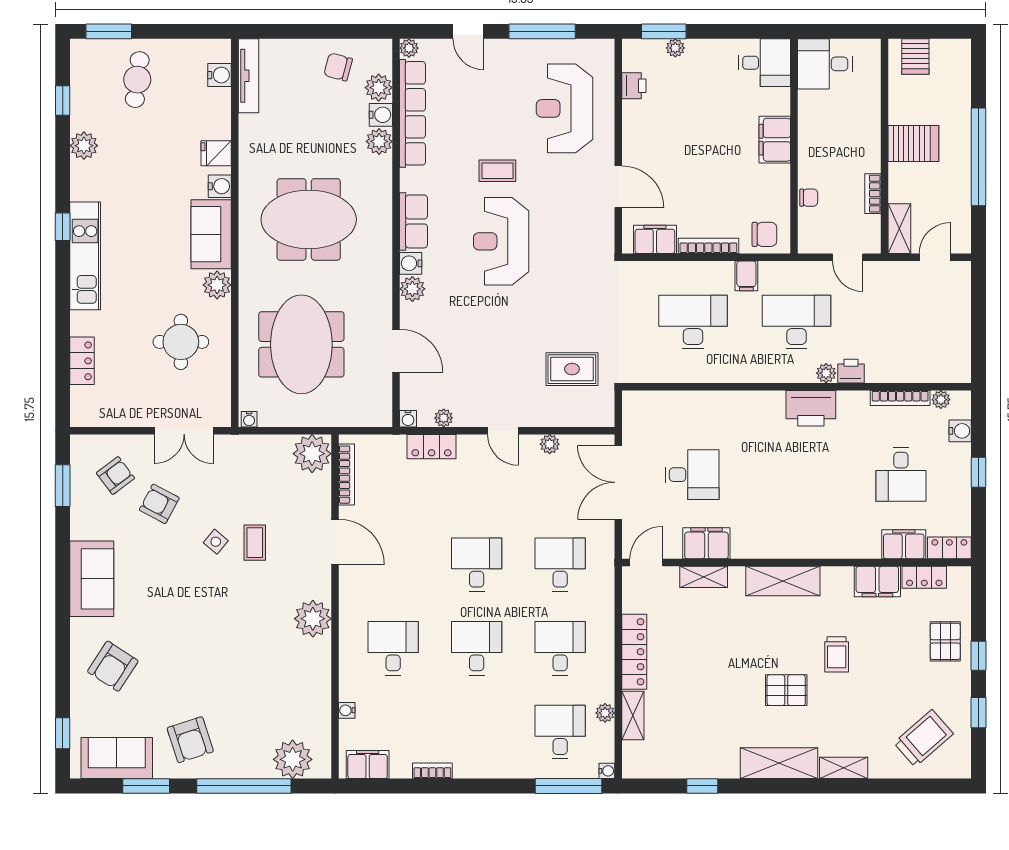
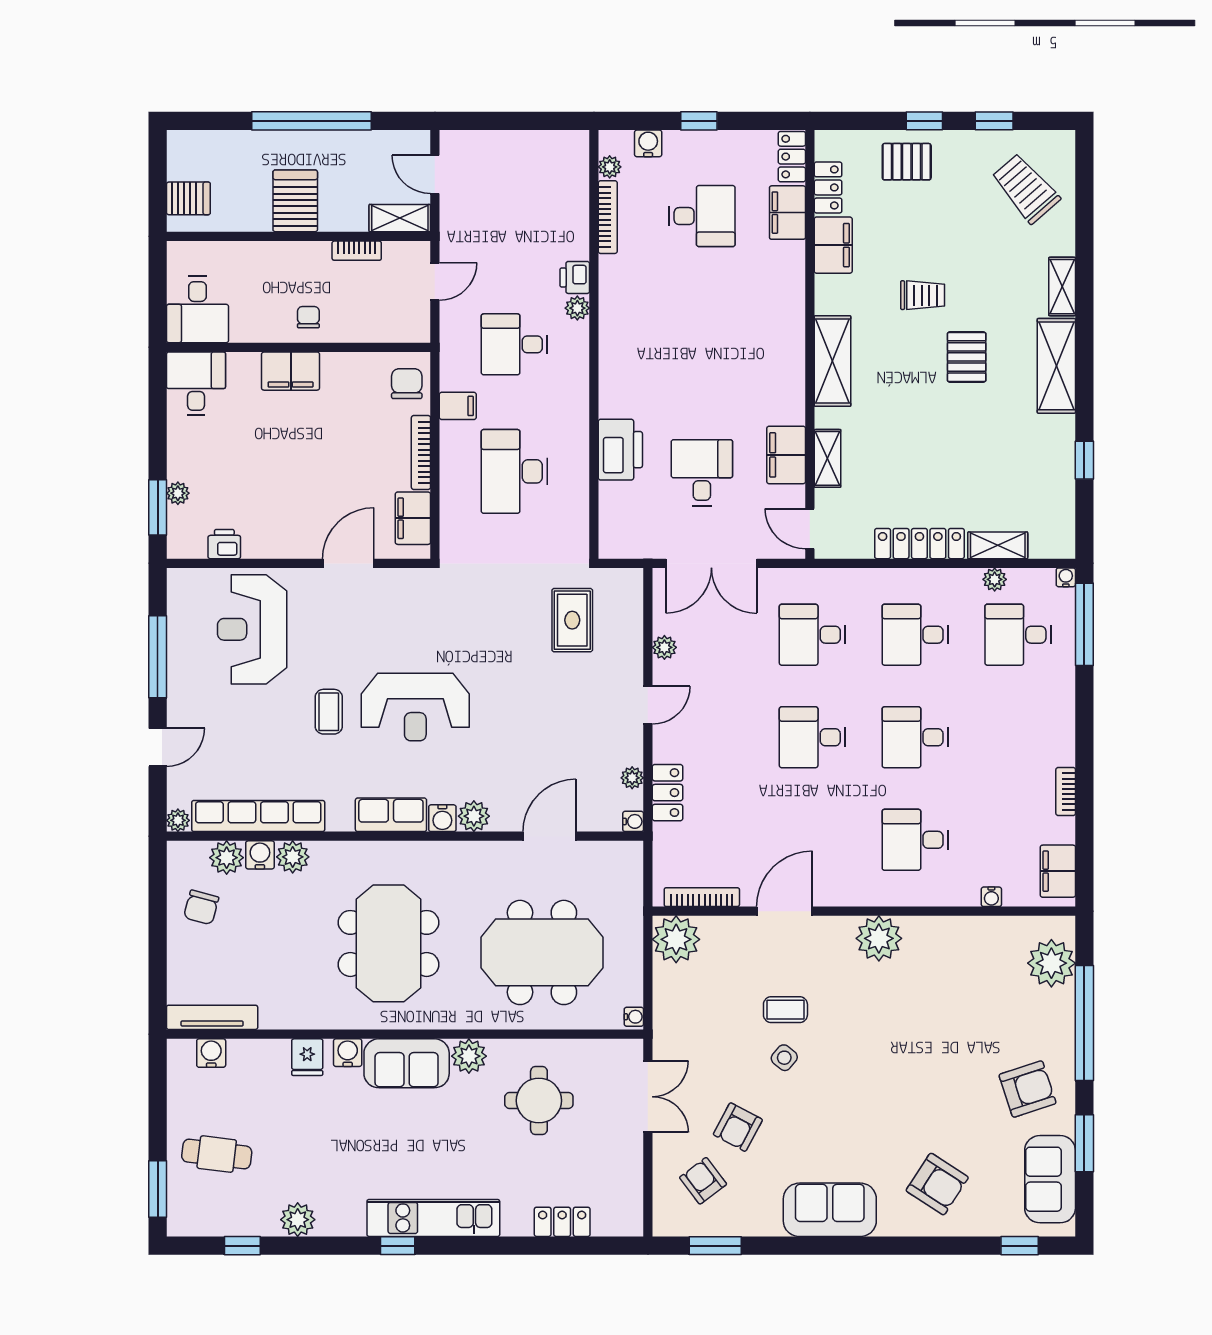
reception desk: (564, 108) -> (252, 629), turned 90
chair: (809, 198) -> (308, 317), moved
desk: (797, 322) -> (514, 344), width x0.73
printer: (811, 408) -> (620, 450), moved

